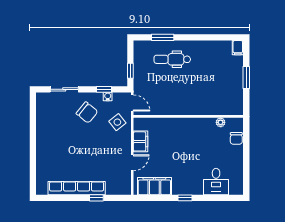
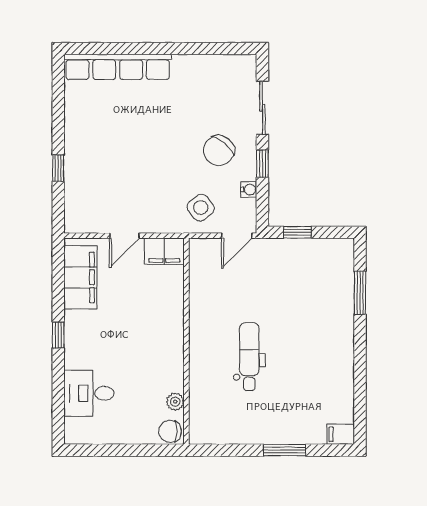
dental chair: (172, 59) -> (249, 357), moved
window: (104, 89) -> (262, 164), moved
wall: (188, 116) -> (186, 341), moved
plant: (221, 122) -> (175, 402), moved
door: (132, 163) -> (124, 236), hinge flipped
row of seats: (77, 188) -> (118, 67), moved, turned 90

